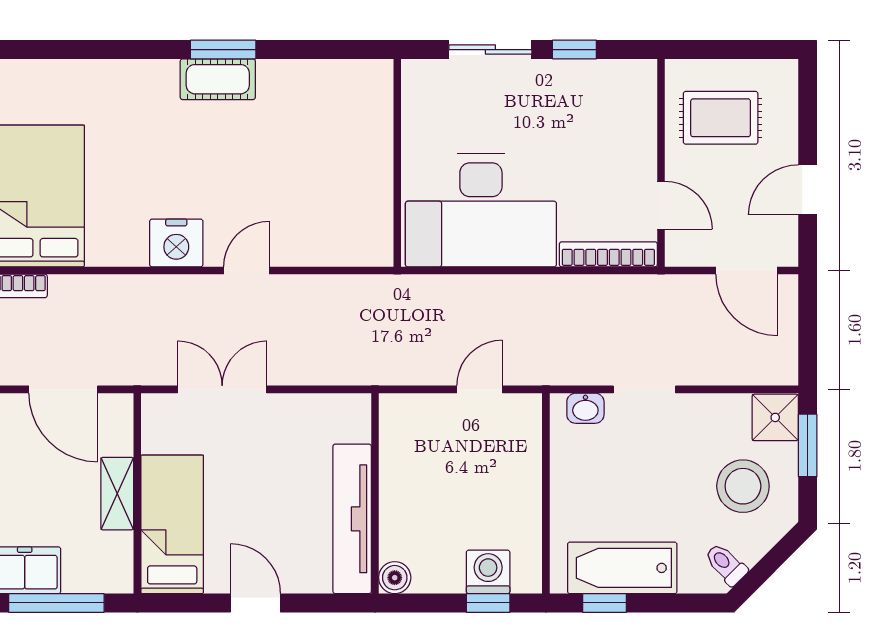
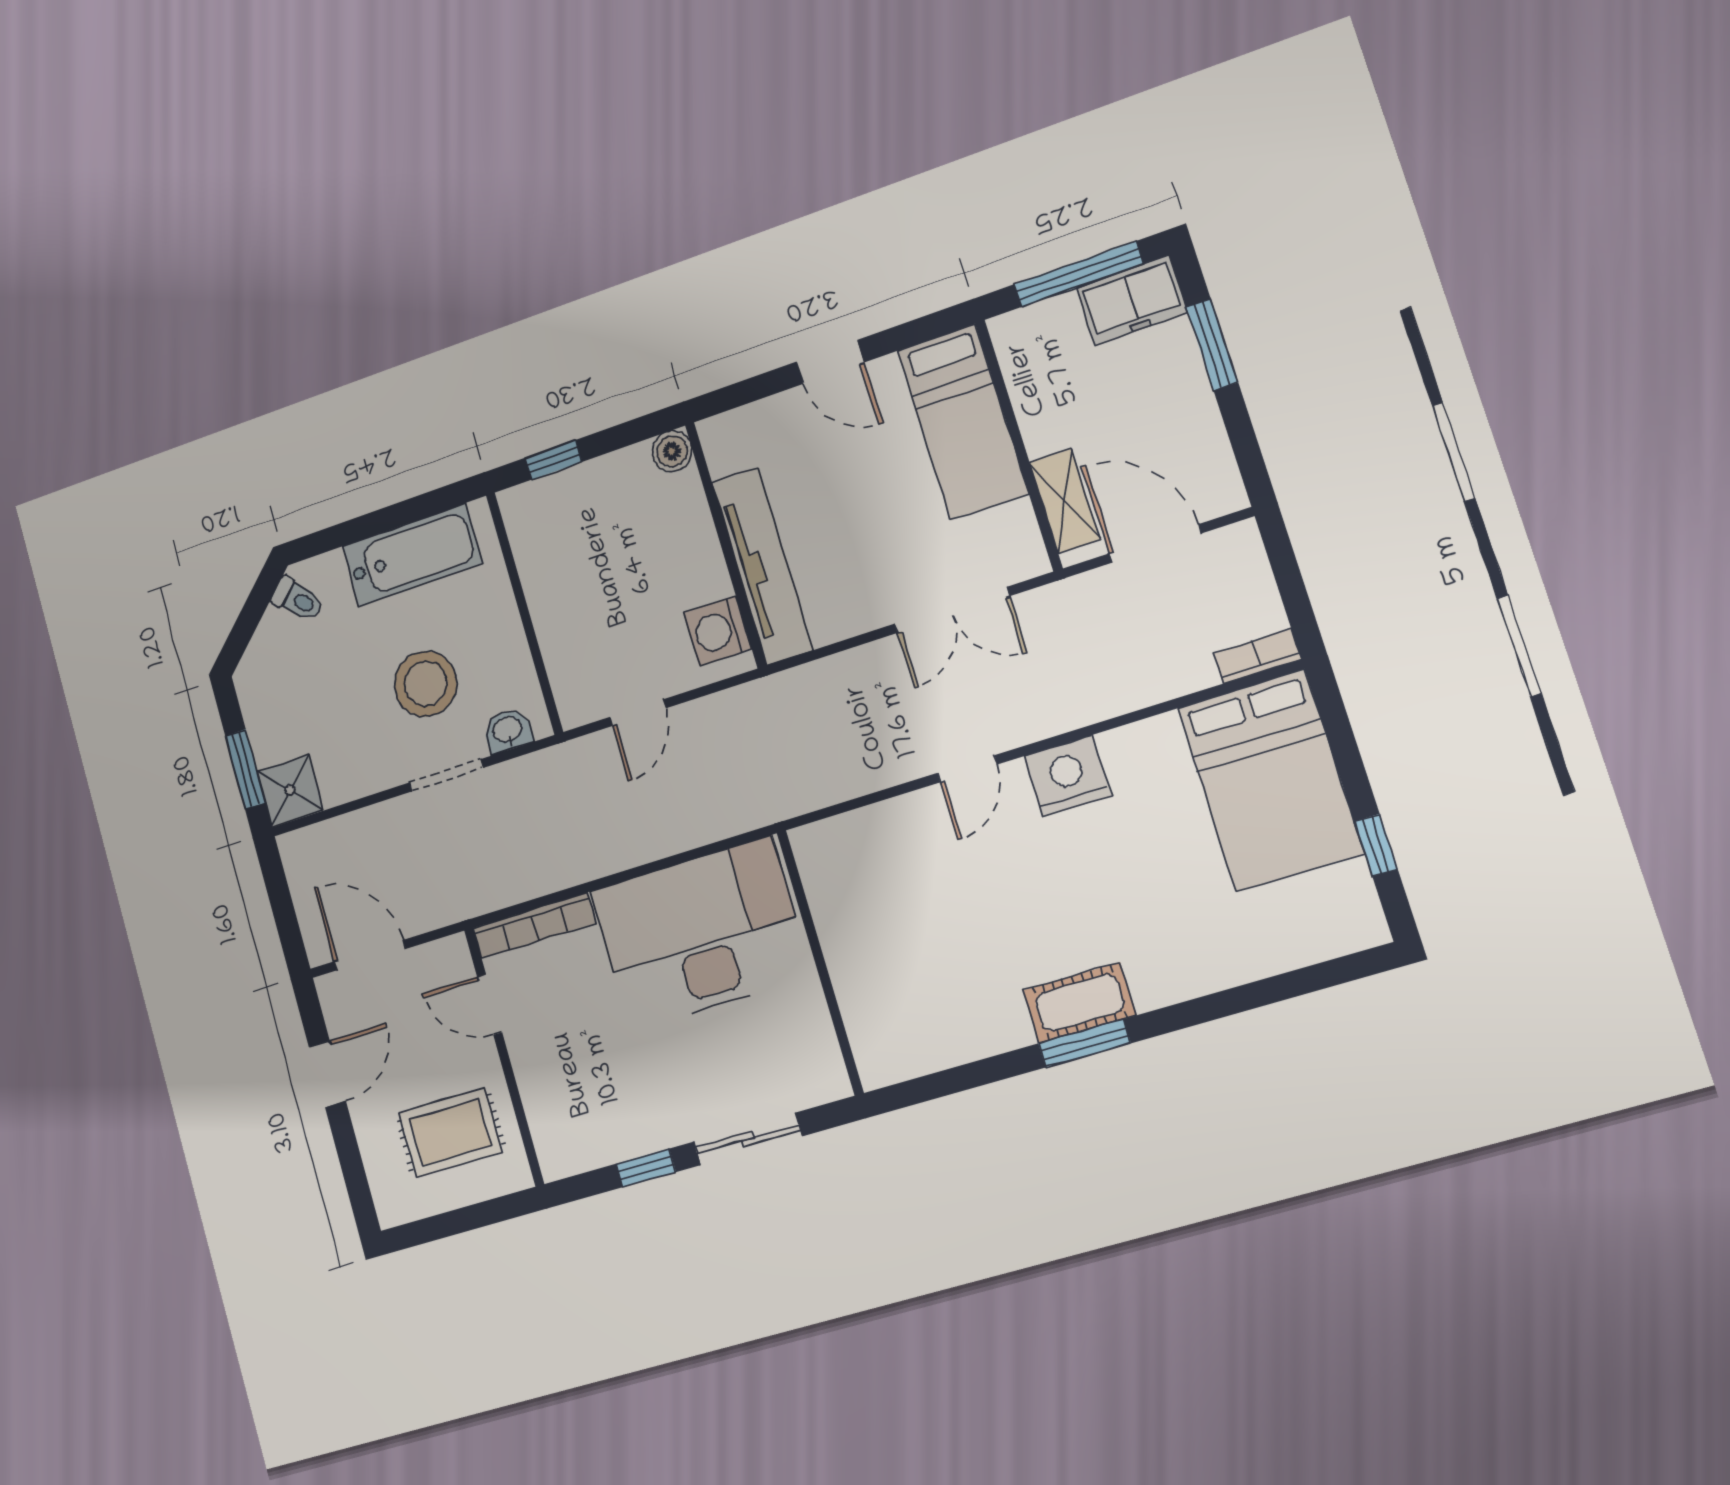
stool: (743, 486) -> (425, 684), moved
shelving: (117, 494) -> (1065, 501), moved
tv unit: (352, 519) -> (762, 566), moved
washing machine: (488, 572) -> (718, 631), moved, turned 90
window: (605, 603) -> (421, 507), removed

